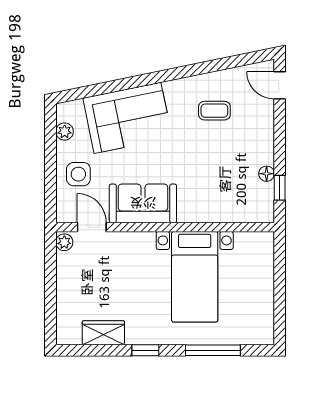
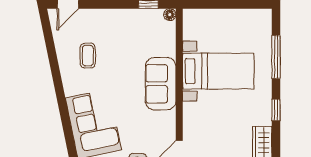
floor lamp: (267, 174) -> (170, 15), moved
sofa: (143, 203) -> (161, 84), moved

